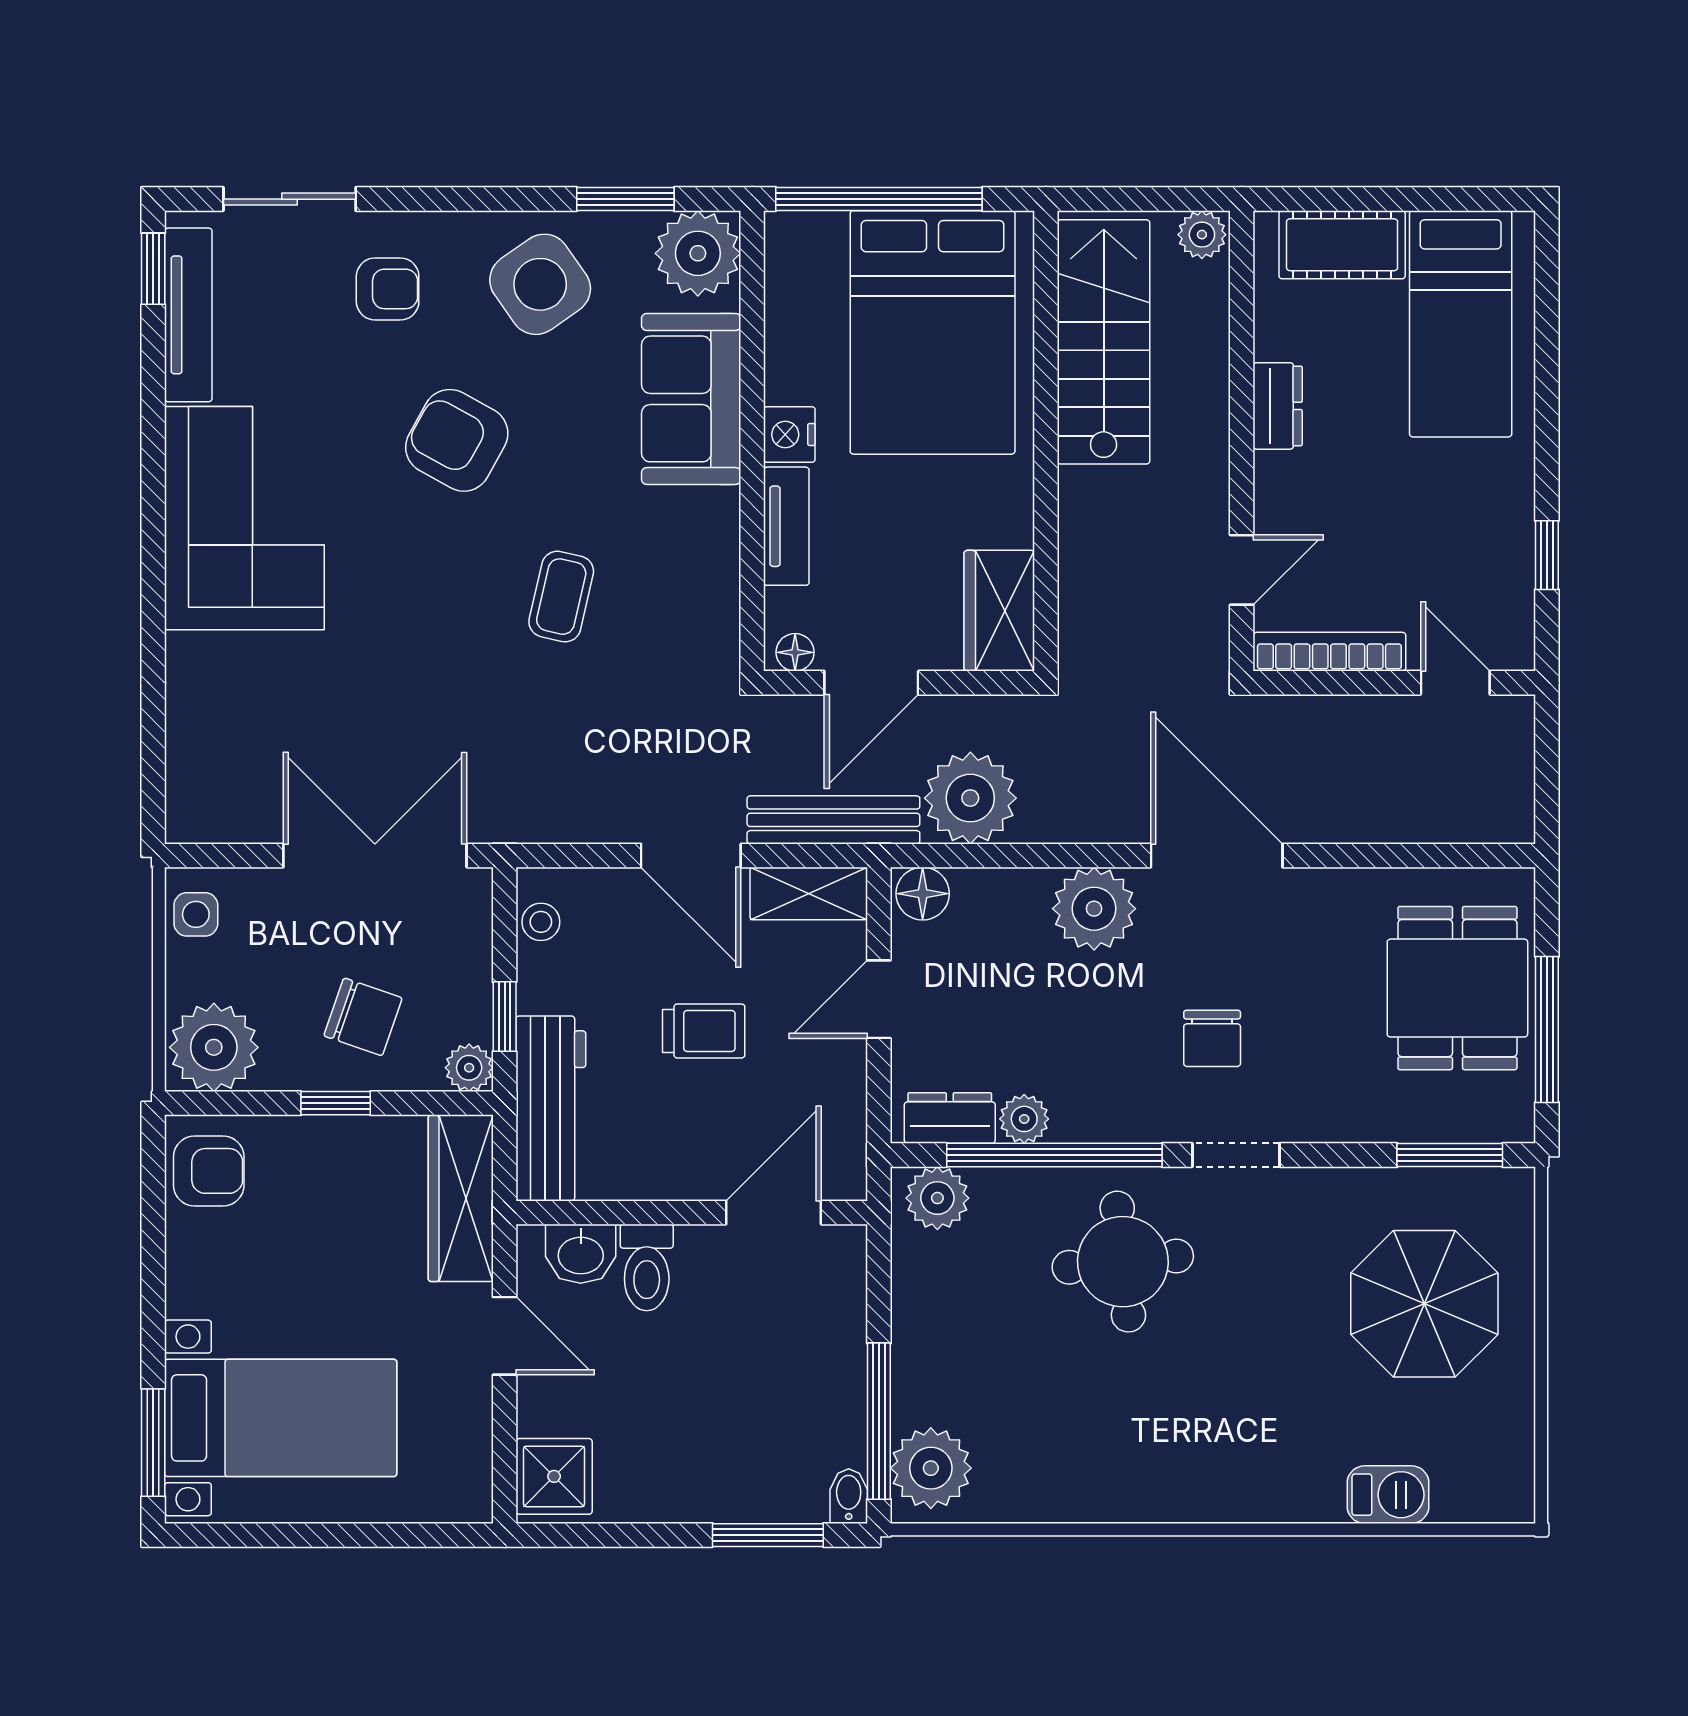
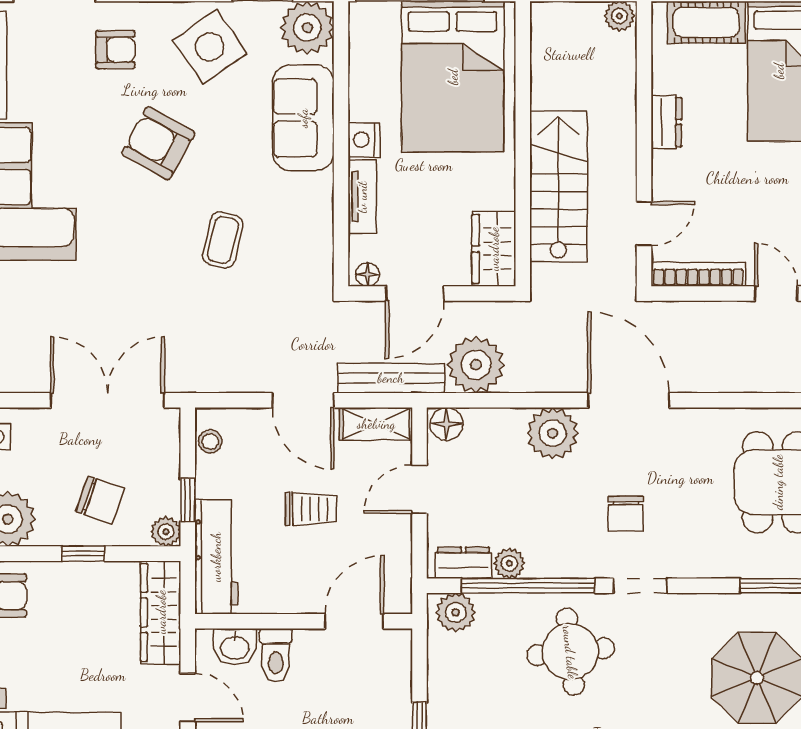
stairs: (1104, 342) -> (558, 186), moved

